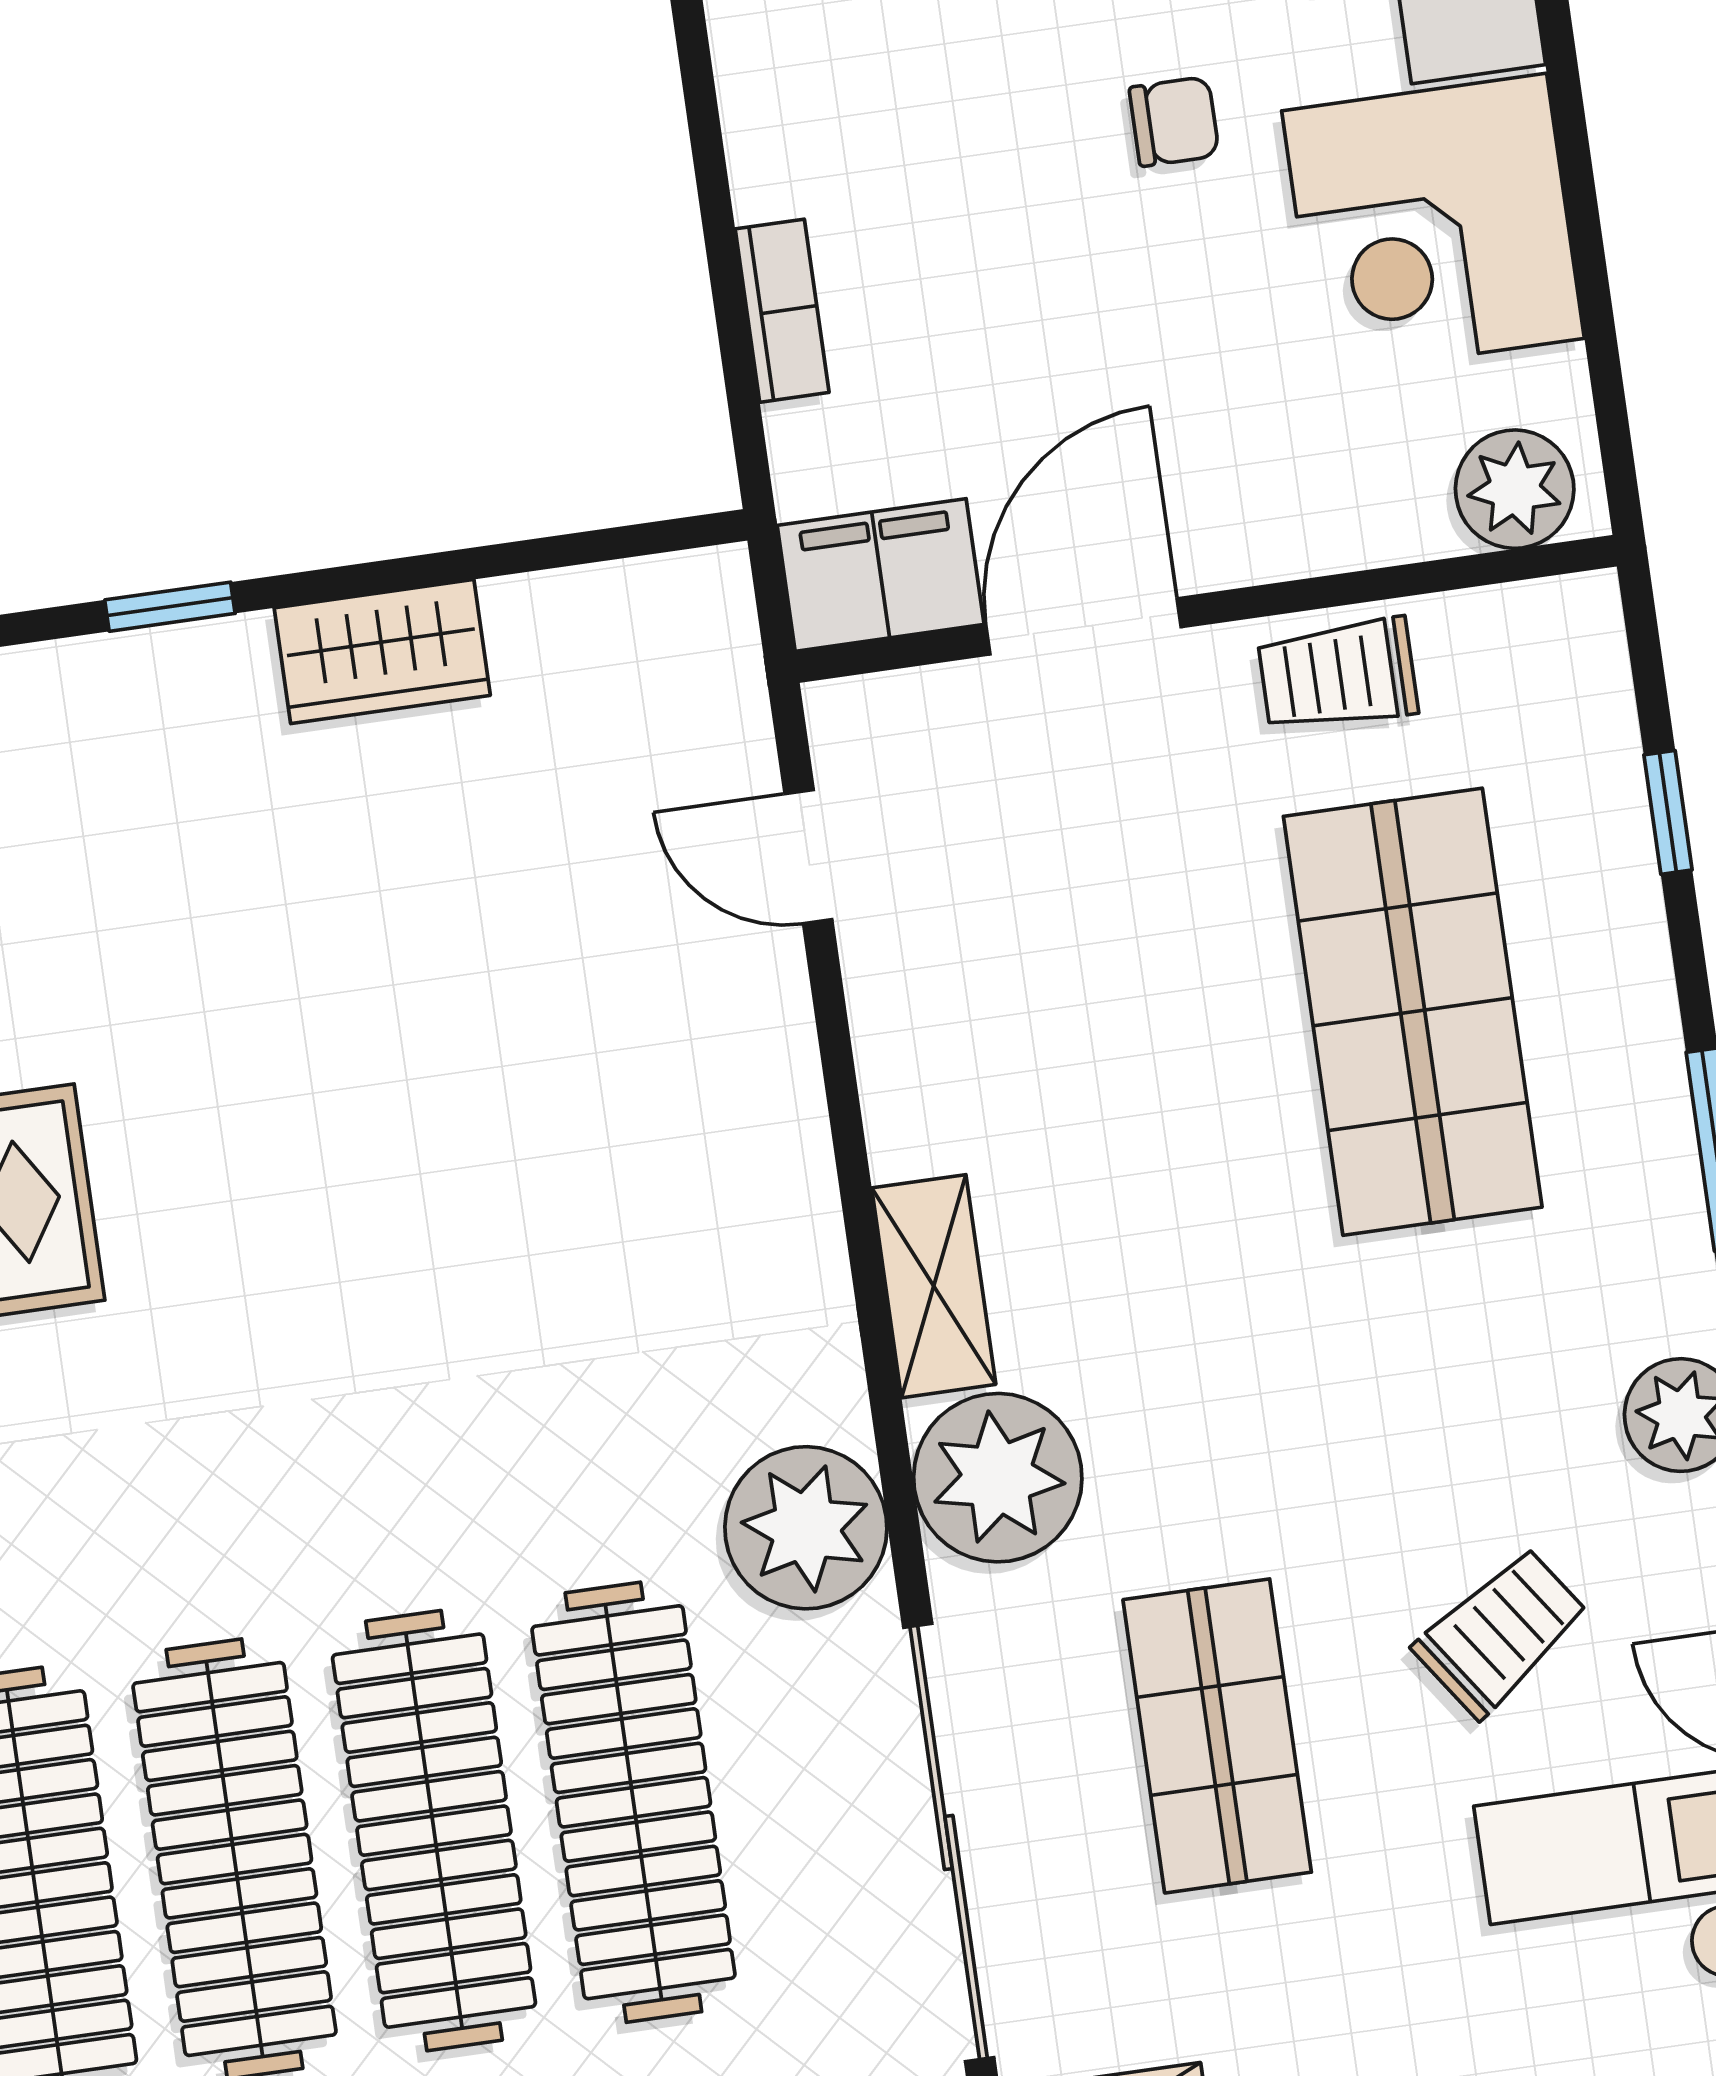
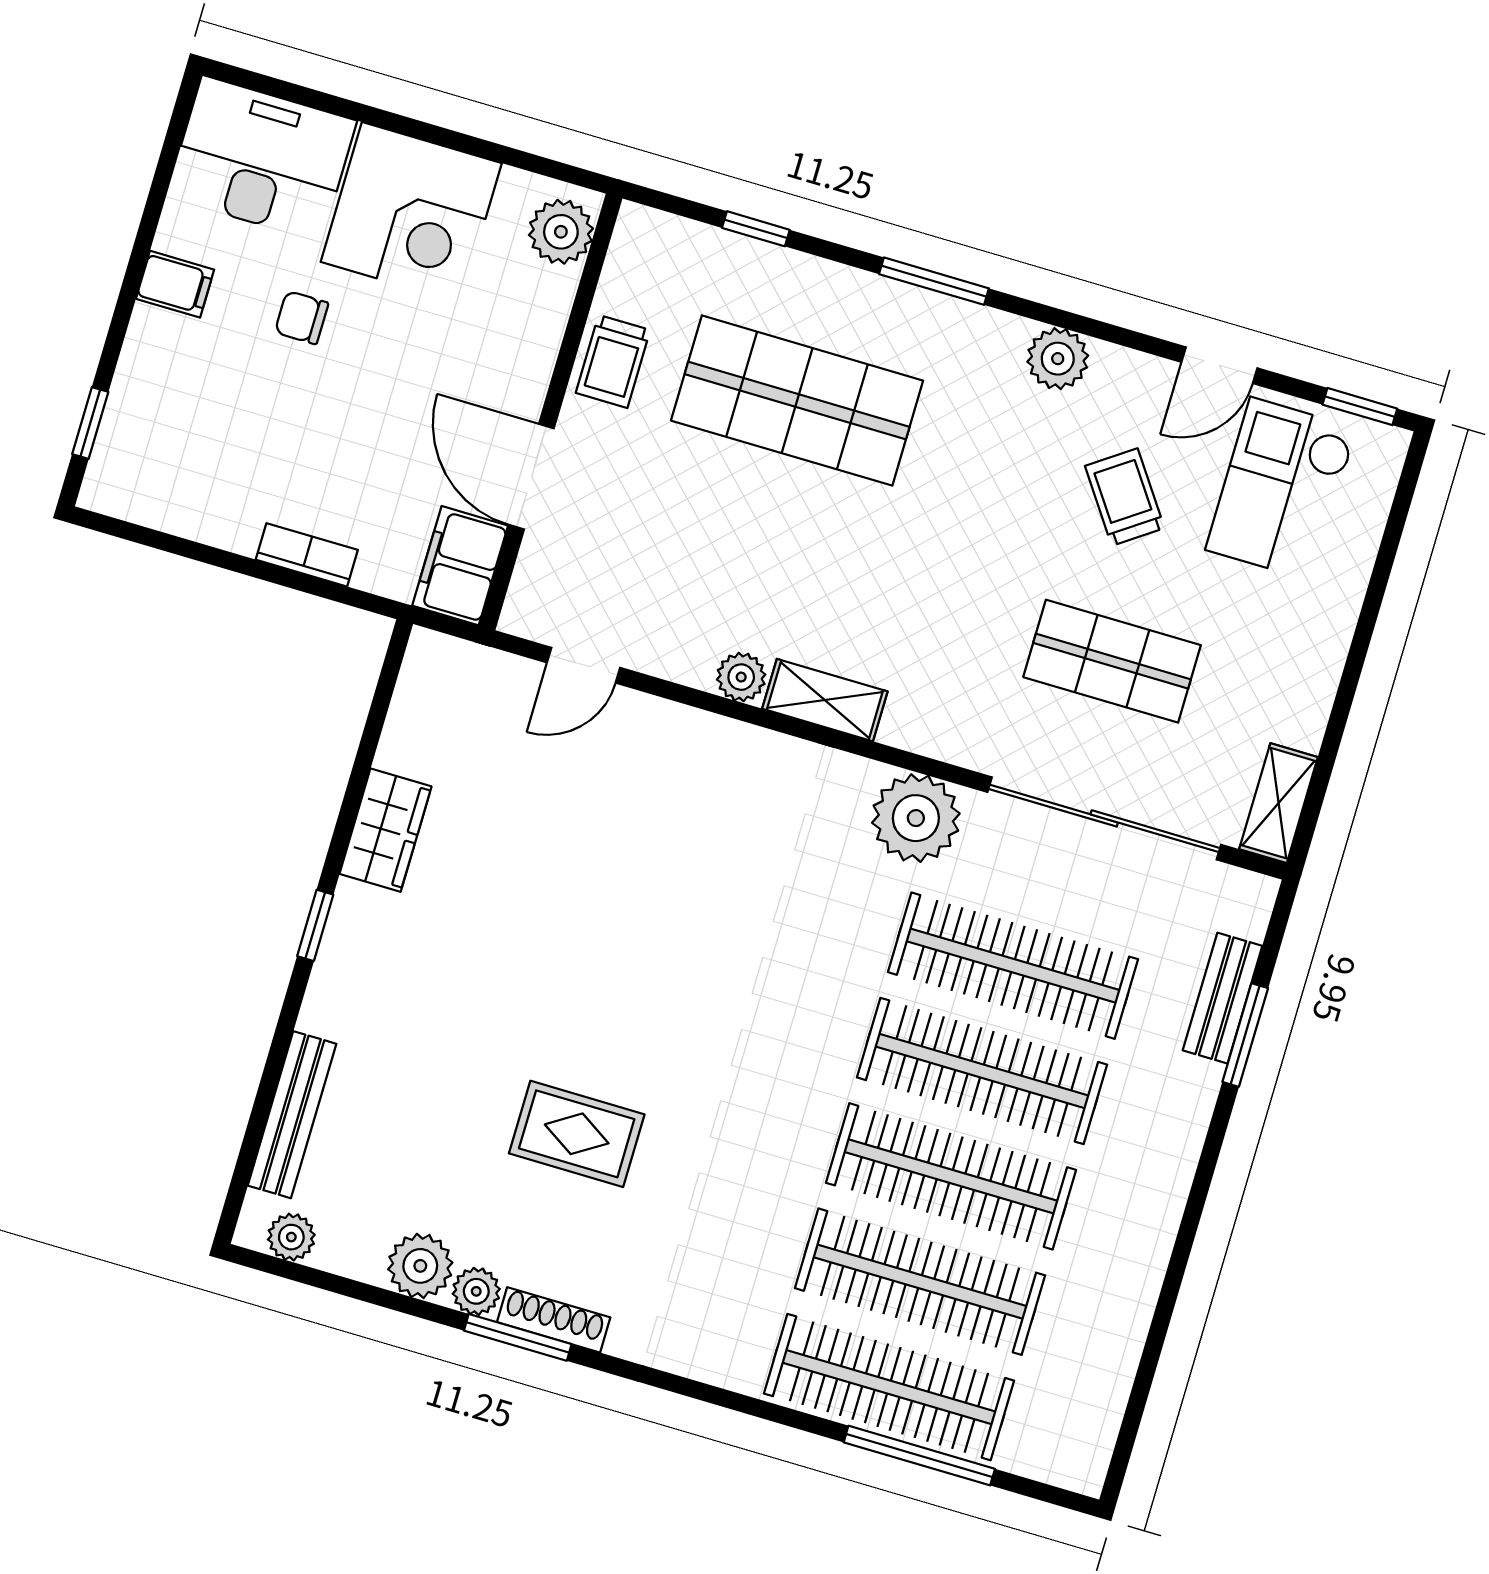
chair: (1174, 121) -> (302, 318), turned -90
plant: (998, 1478) -> (741, 677), moved, width x0.53, depth x0.53

